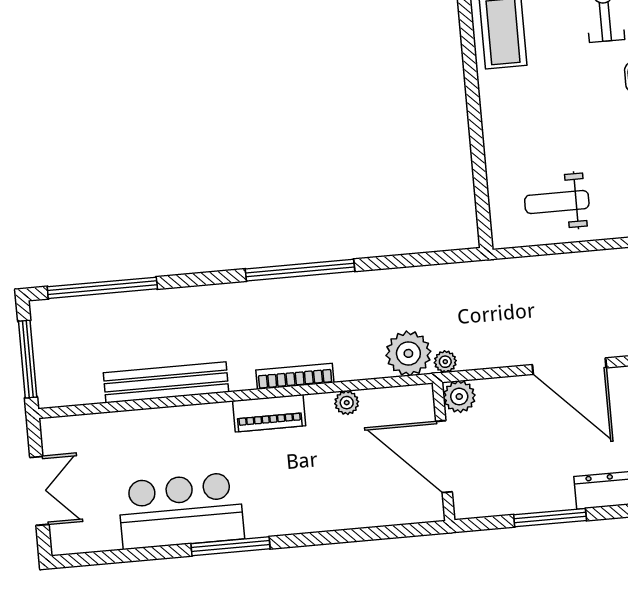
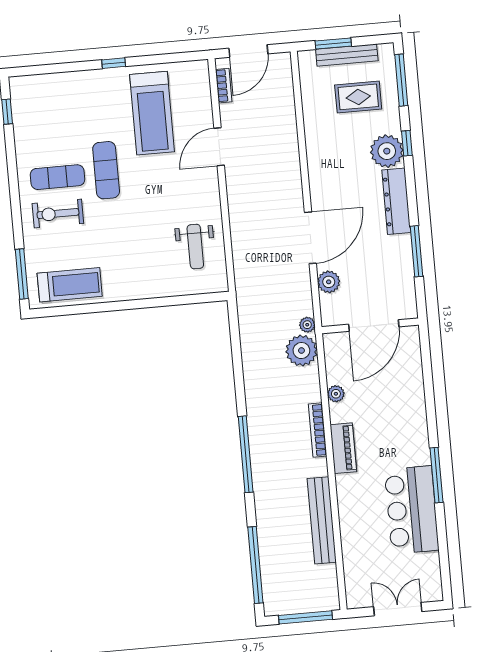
window: (300, 270) -> (246, 454), moved
plant: (459, 397) -> (329, 282), moved

